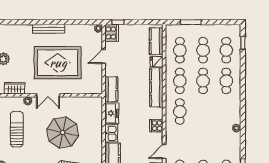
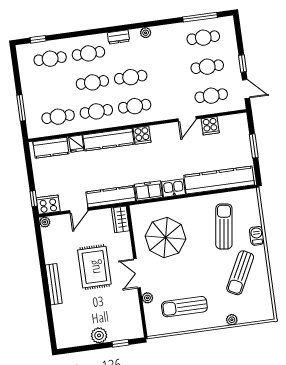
cafe table: (203, 50) -> (131, 77), moved
door: (104, 56) -> (79, 211), hinge flipped
rug: (58, 63) -> (94, 267), width x0.73, depth x0.69
wardrobe: (15, 88) -> (120, 219), moved
kitchen counter: (111, 89) -> (111, 197), width x1.50
double door: (48, 95) -> (137, 273), swing flipped
dresser: (236, 106) -> (118, 37), added
cooker: (156, 126) -> (142, 135), moved
parasol: (63, 133) -> (165, 237), moved
door: (164, 151) -> (187, 119), hinge flipped

